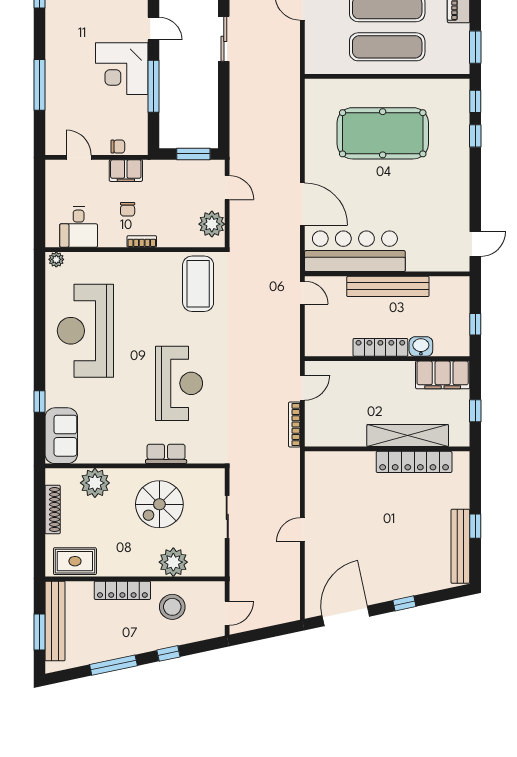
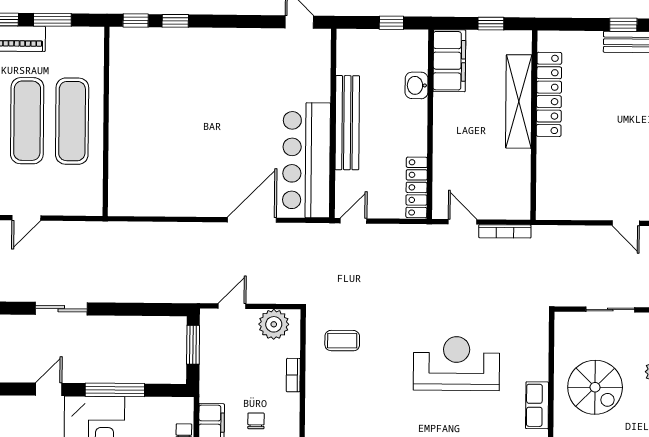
window: (475, 47) -> (52, 20), moved
pool table: (383, 133) -> (171, 127), removed
chair: (128, 209) -> (256, 421), turned -90
bookcase: (142, 241) -> (293, 375), moved
coffee table: (198, 284) -> (342, 341), width x0.54, depth x0.58
locker: (380, 347) -> (417, 187), moved
row of seats: (166, 454) -> (537, 405), moved

